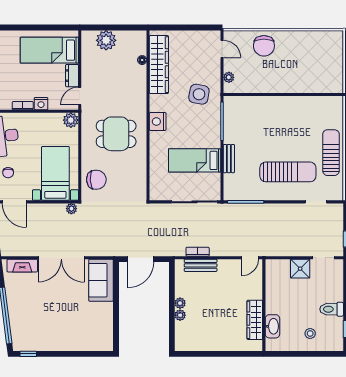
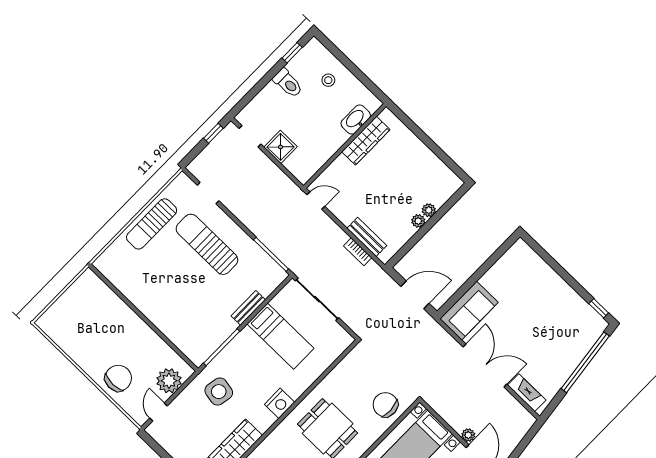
plant: (229, 77) -> (169, 381), width x1.88, depth x1.88
plant: (71, 209) -> (468, 435), moved

